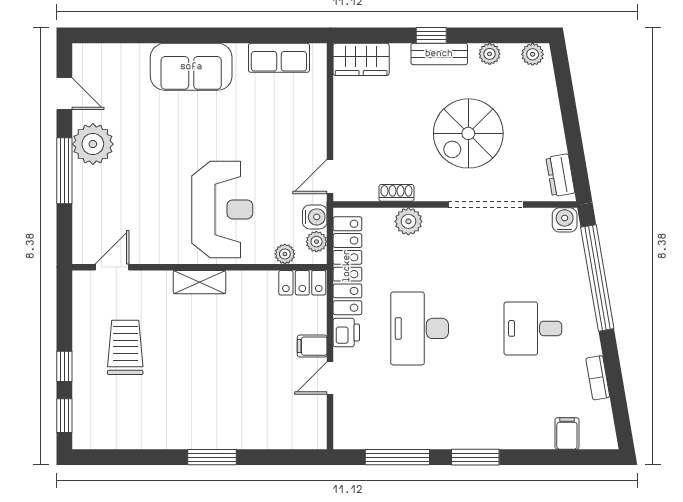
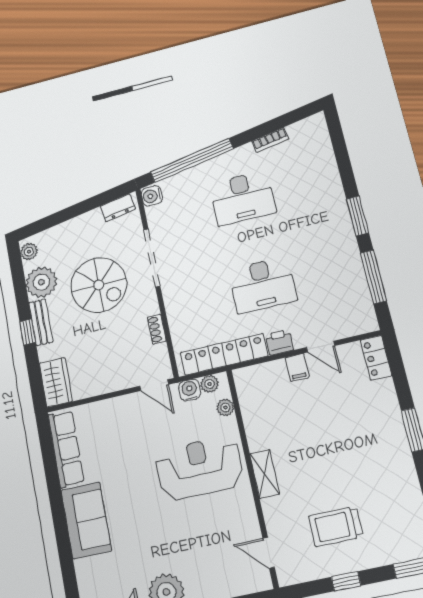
plant: (490, 54) -> (41, 282), width x1.88, depth x1.88
row of seats: (279, 58) -> (66, 449), width x1.48
plant: (408, 221) -> (178, 314), removed
locker: (302, 283) -> (376, 358), moved, turned 180
desk: (533, 328) -> (242, 198), width x1.37
window: (64, 366) -> (346, 581), moved
filing cabinet: (567, 433) -> (320, 151), removed

